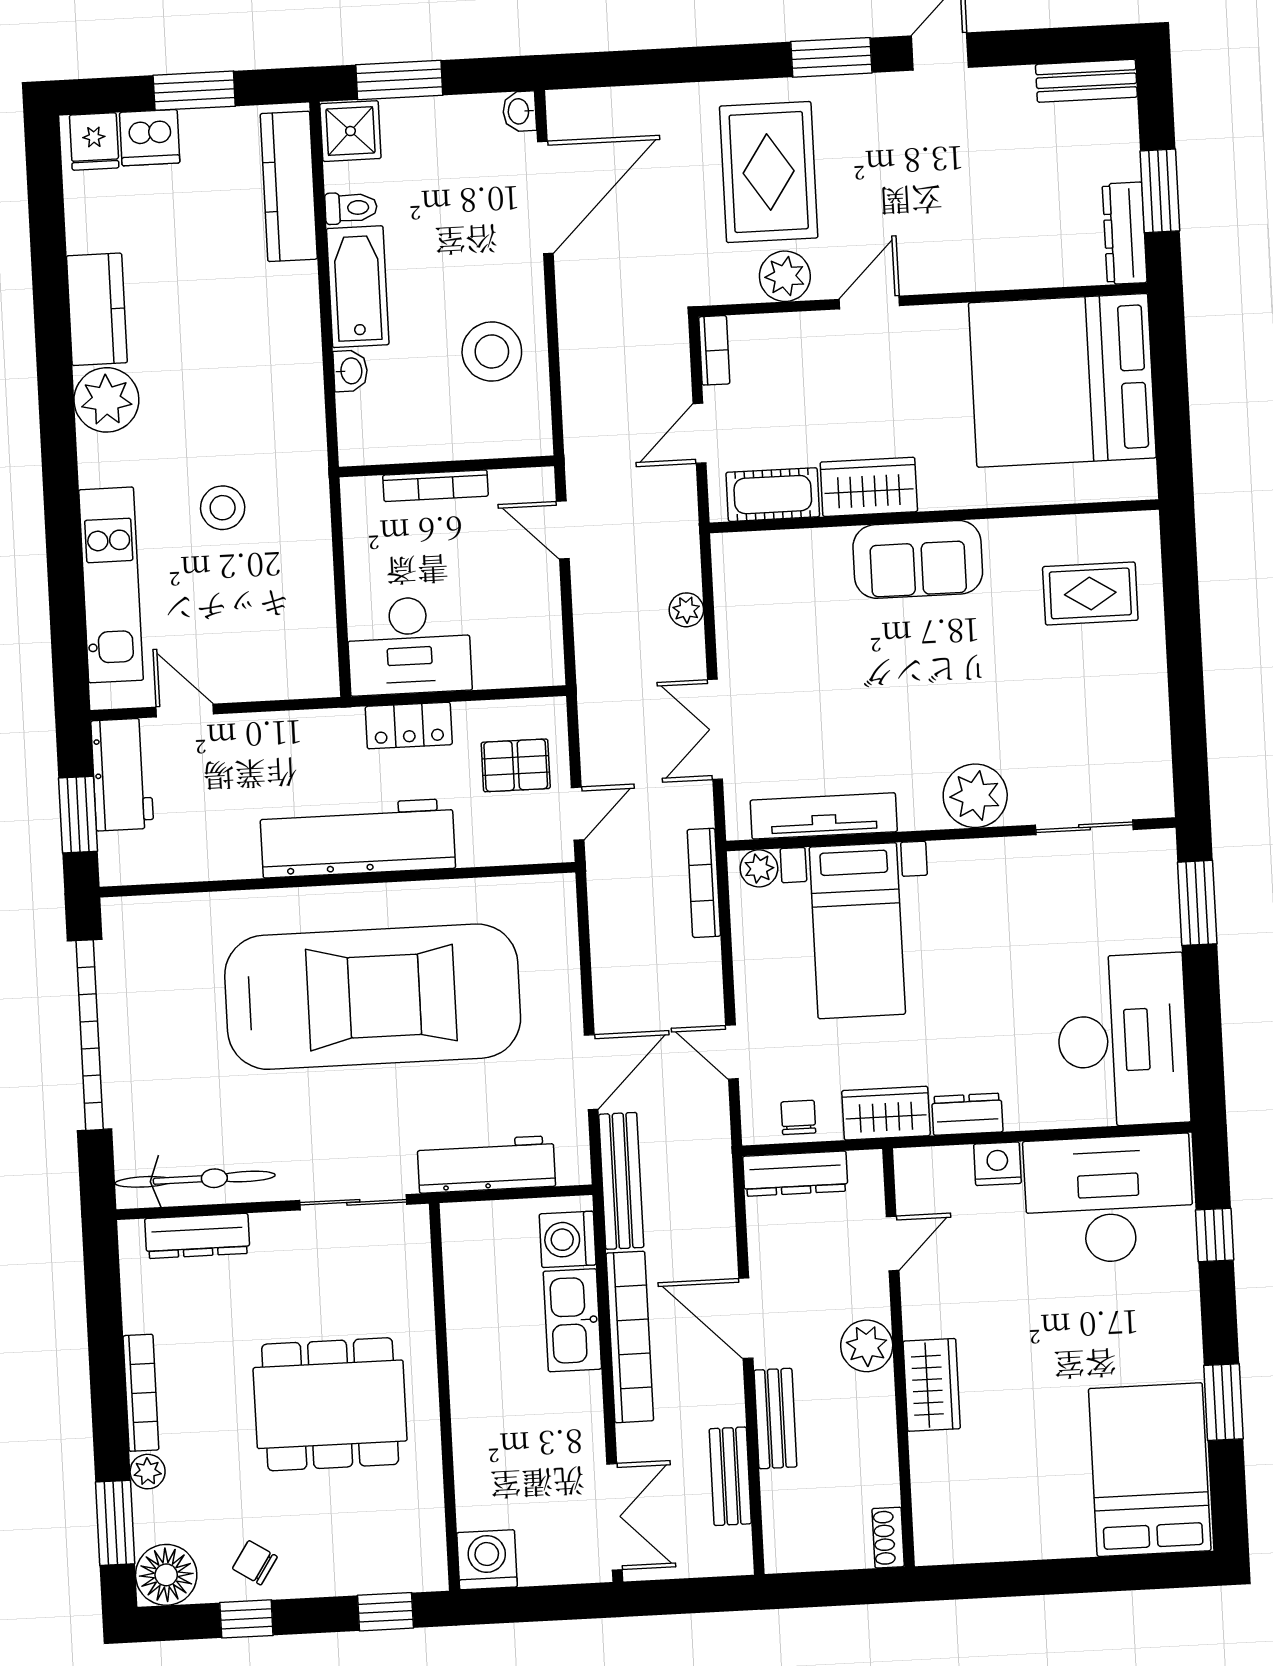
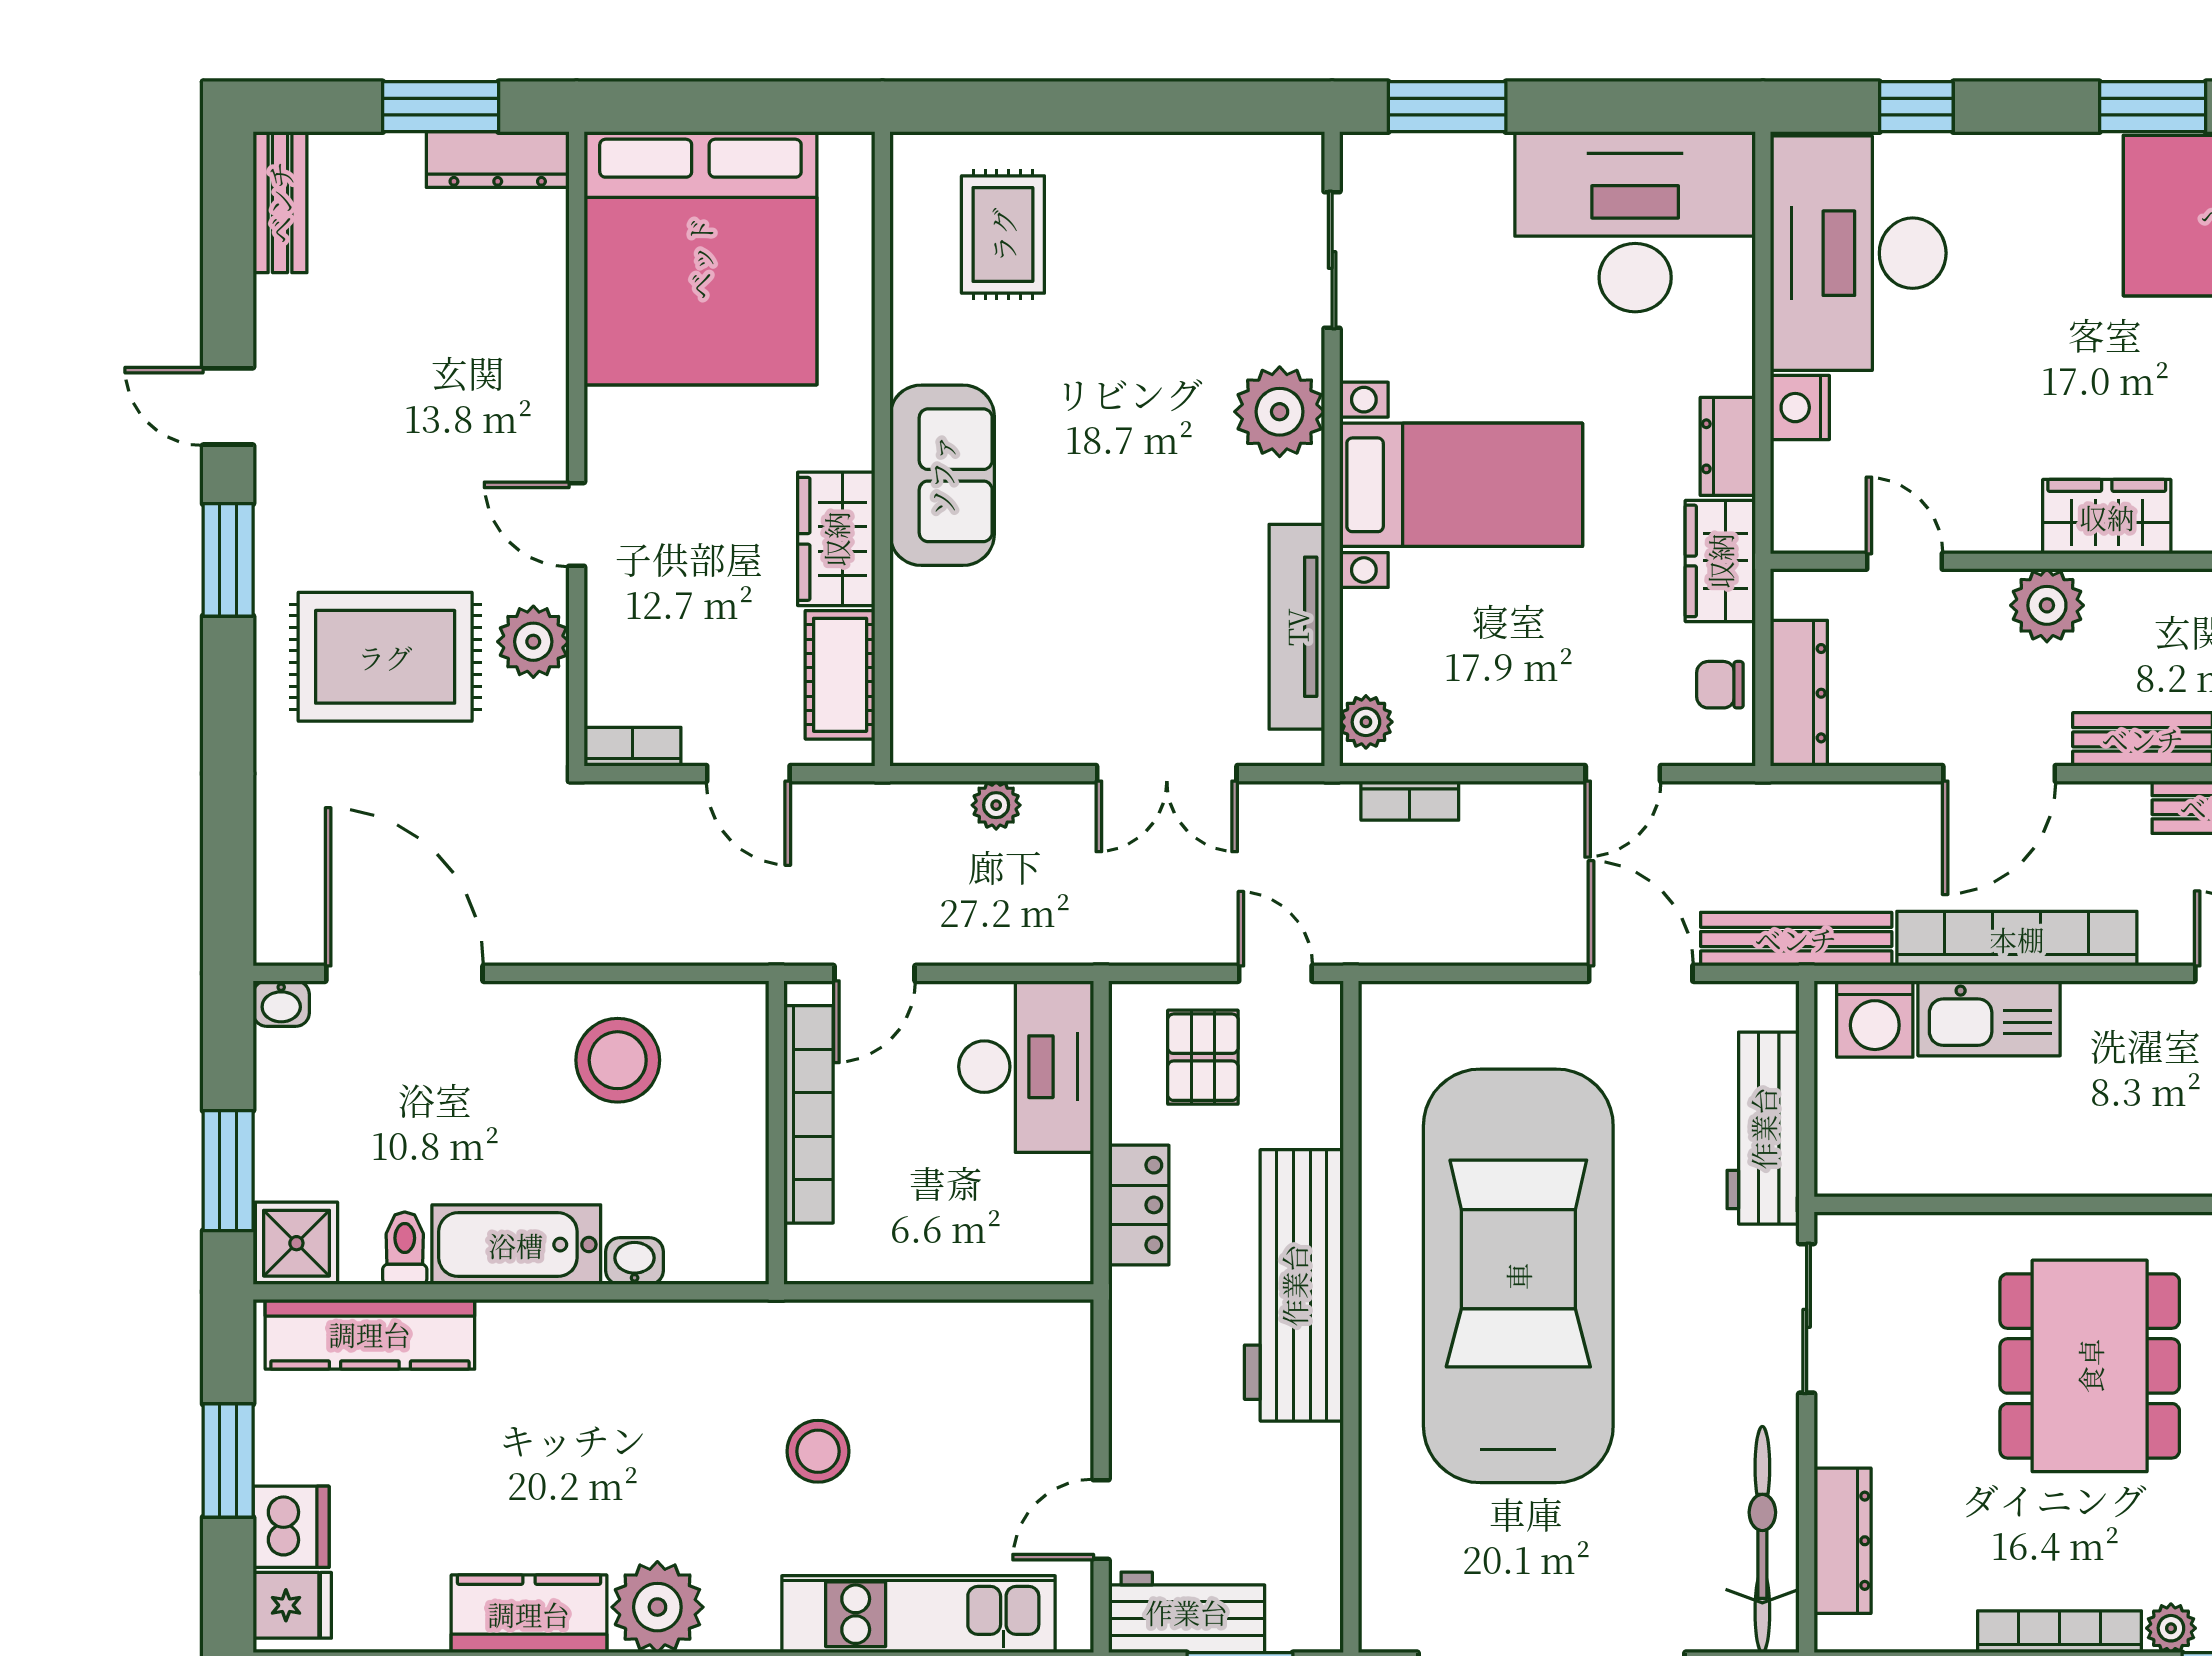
bookcase: (435, 486) -> (809, 1114), width x1.48, depth x1.31
desk: (409, 646) -> (1026, 1067), moved
bookcase: (704, 883) -> (1410, 801), width x0.64
bed with nightstands: (857, 931) -> (1461, 485), moved

